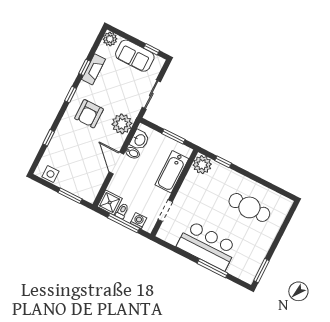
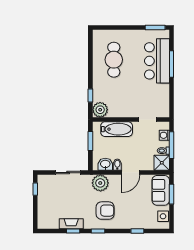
plant: (110, 39) -> (43, 223), removed
sofa: (135, 56) -> (161, 190), moved, turned 180
bar counter: (207, 246) -> (157, 61), moved

